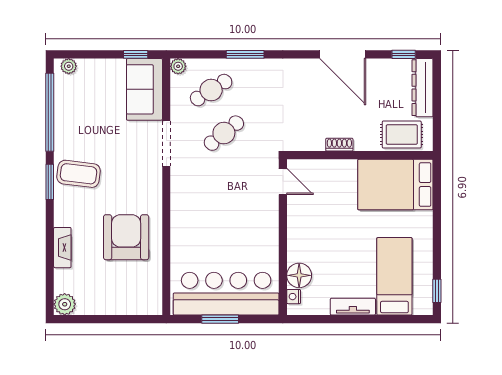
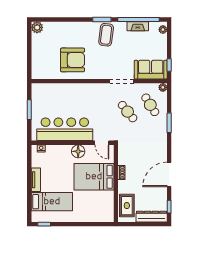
door: (283, 182) -> (102, 143), hinge flipped
bed: (395, 185) -> (94, 177), moved, turned -90
fireplace: (62, 248) -> (138, 26), moved
floor lamp: (299, 275) -> (78, 151), moved
bar counter: (226, 294) -> (65, 129), moved, turned -90

